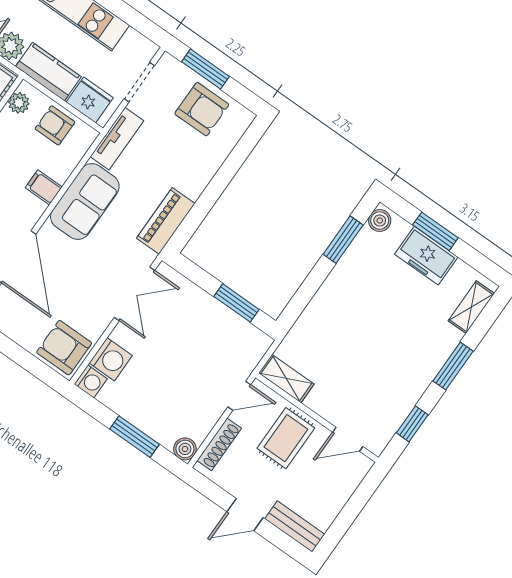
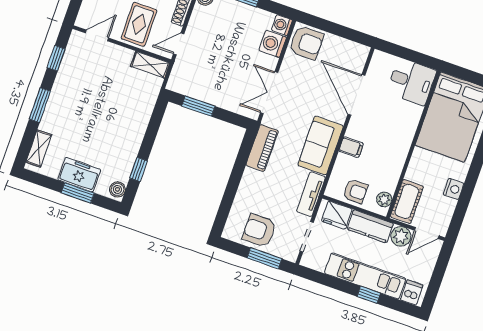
window: (343, 240) -> (139, 169), width x0.67

